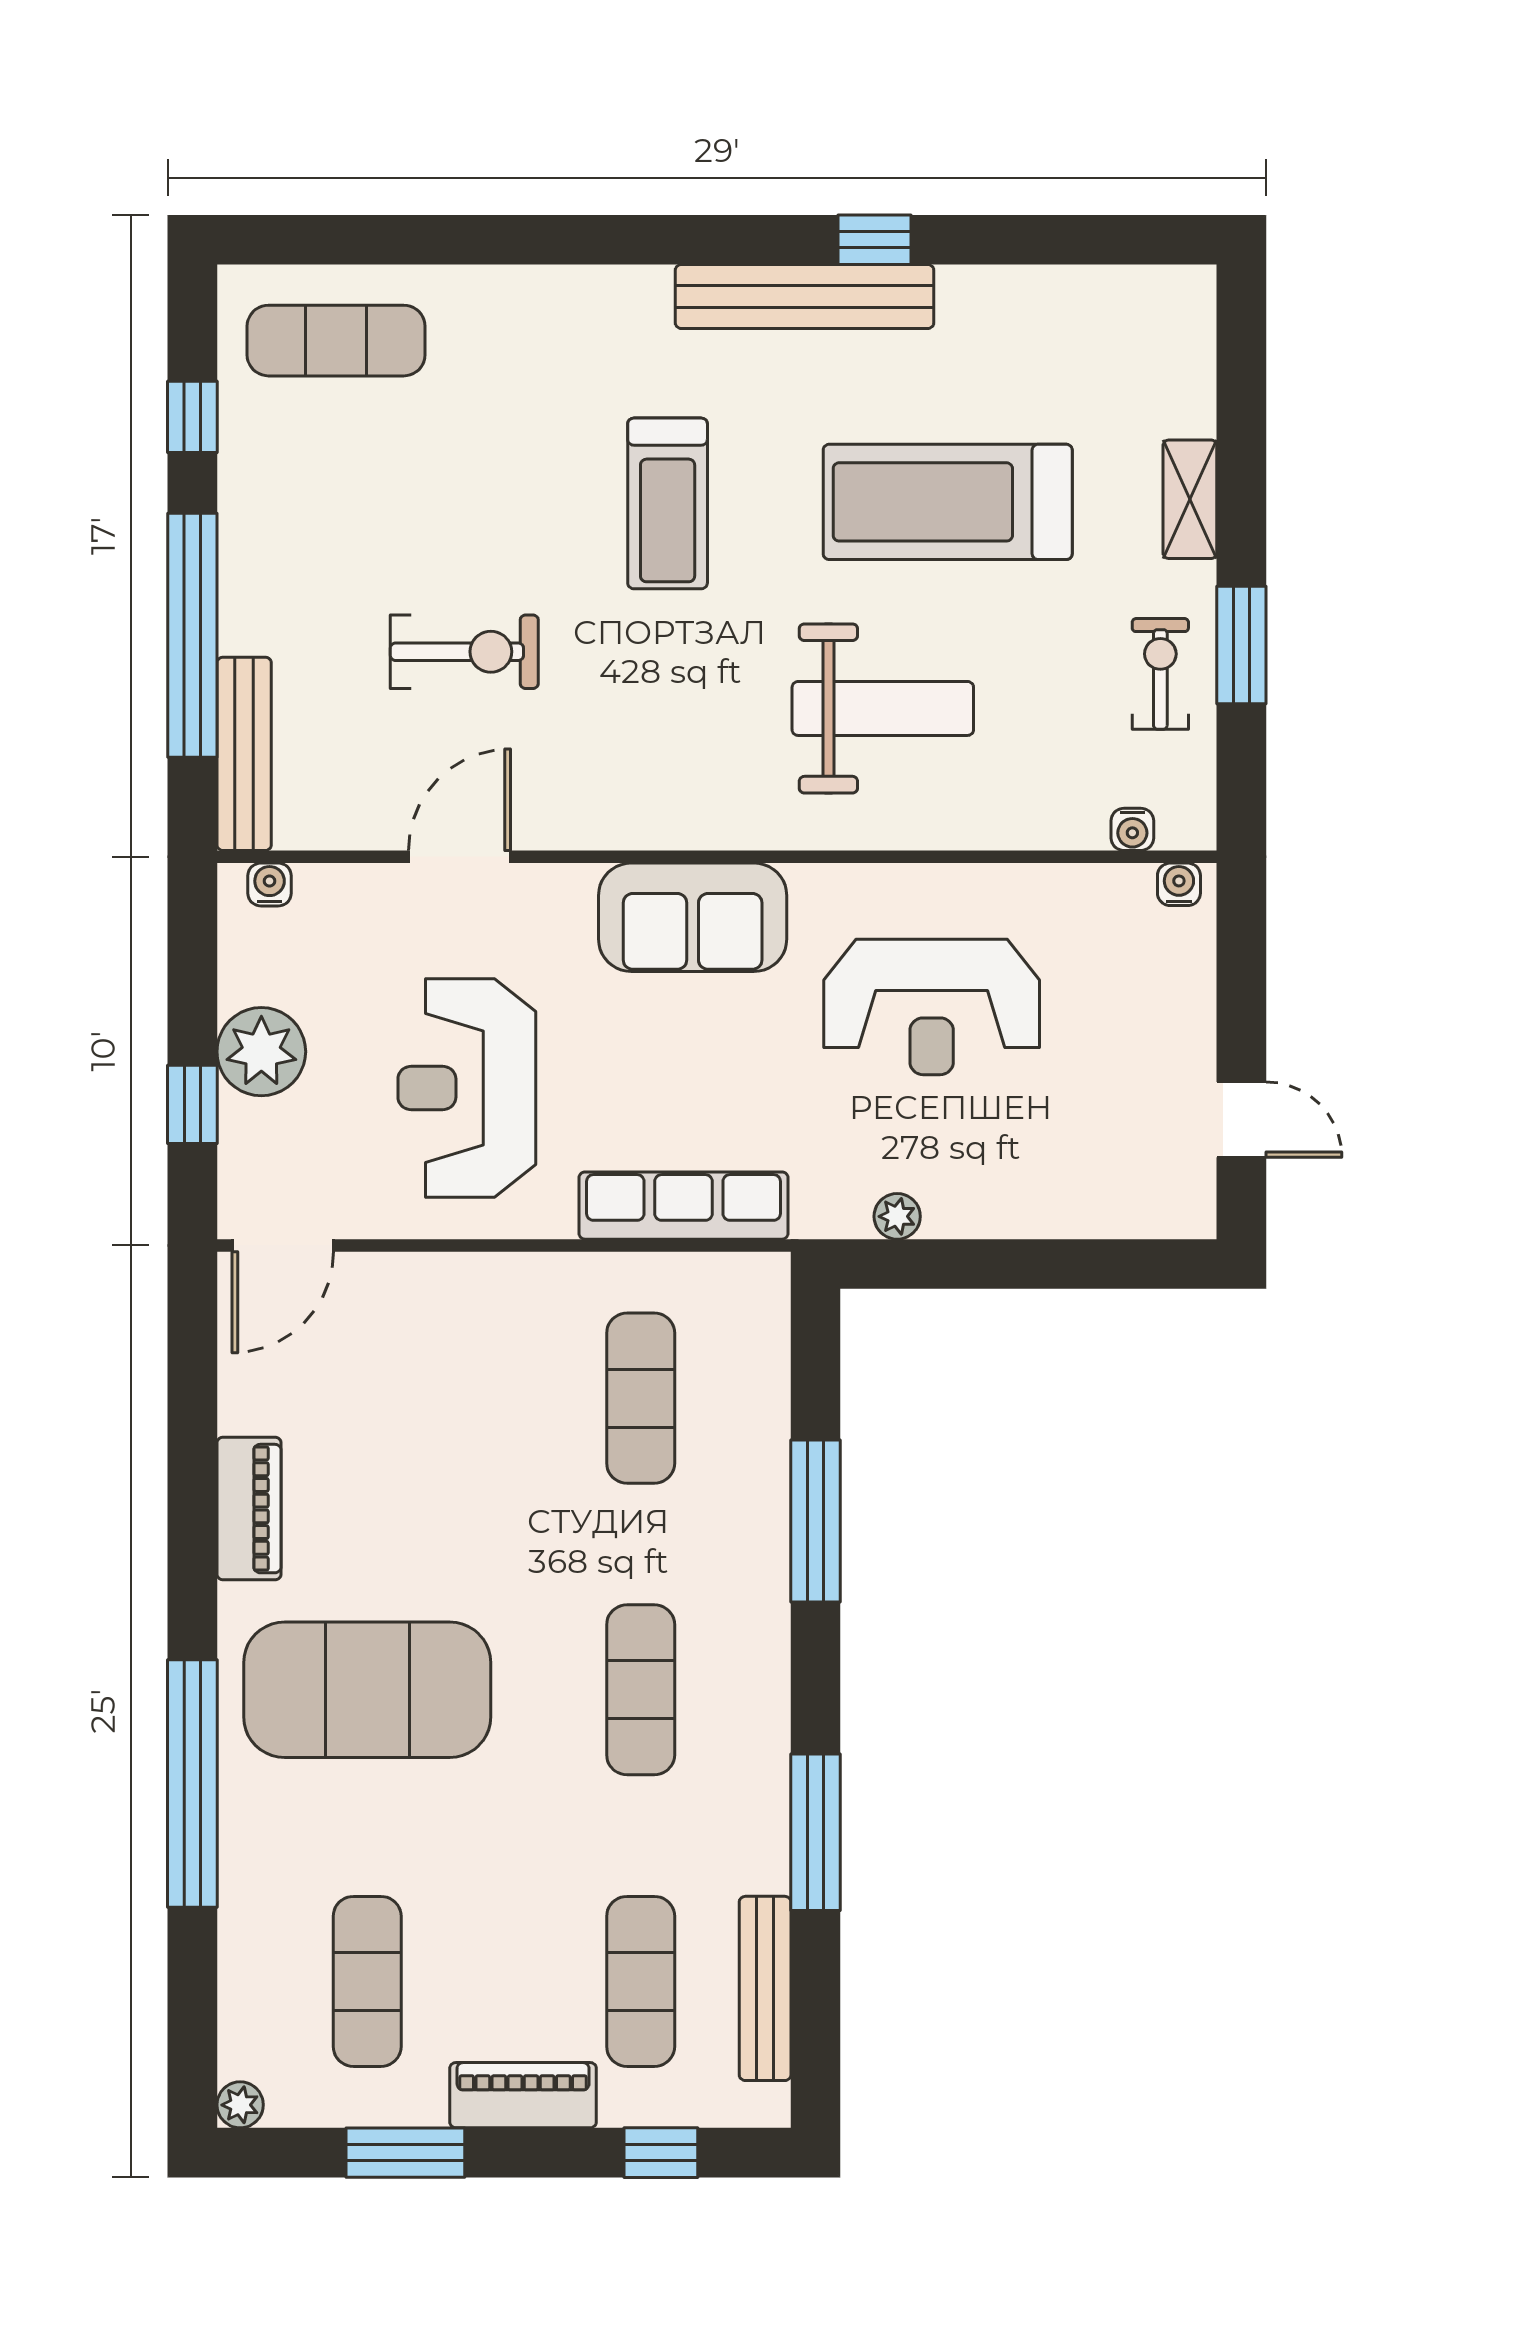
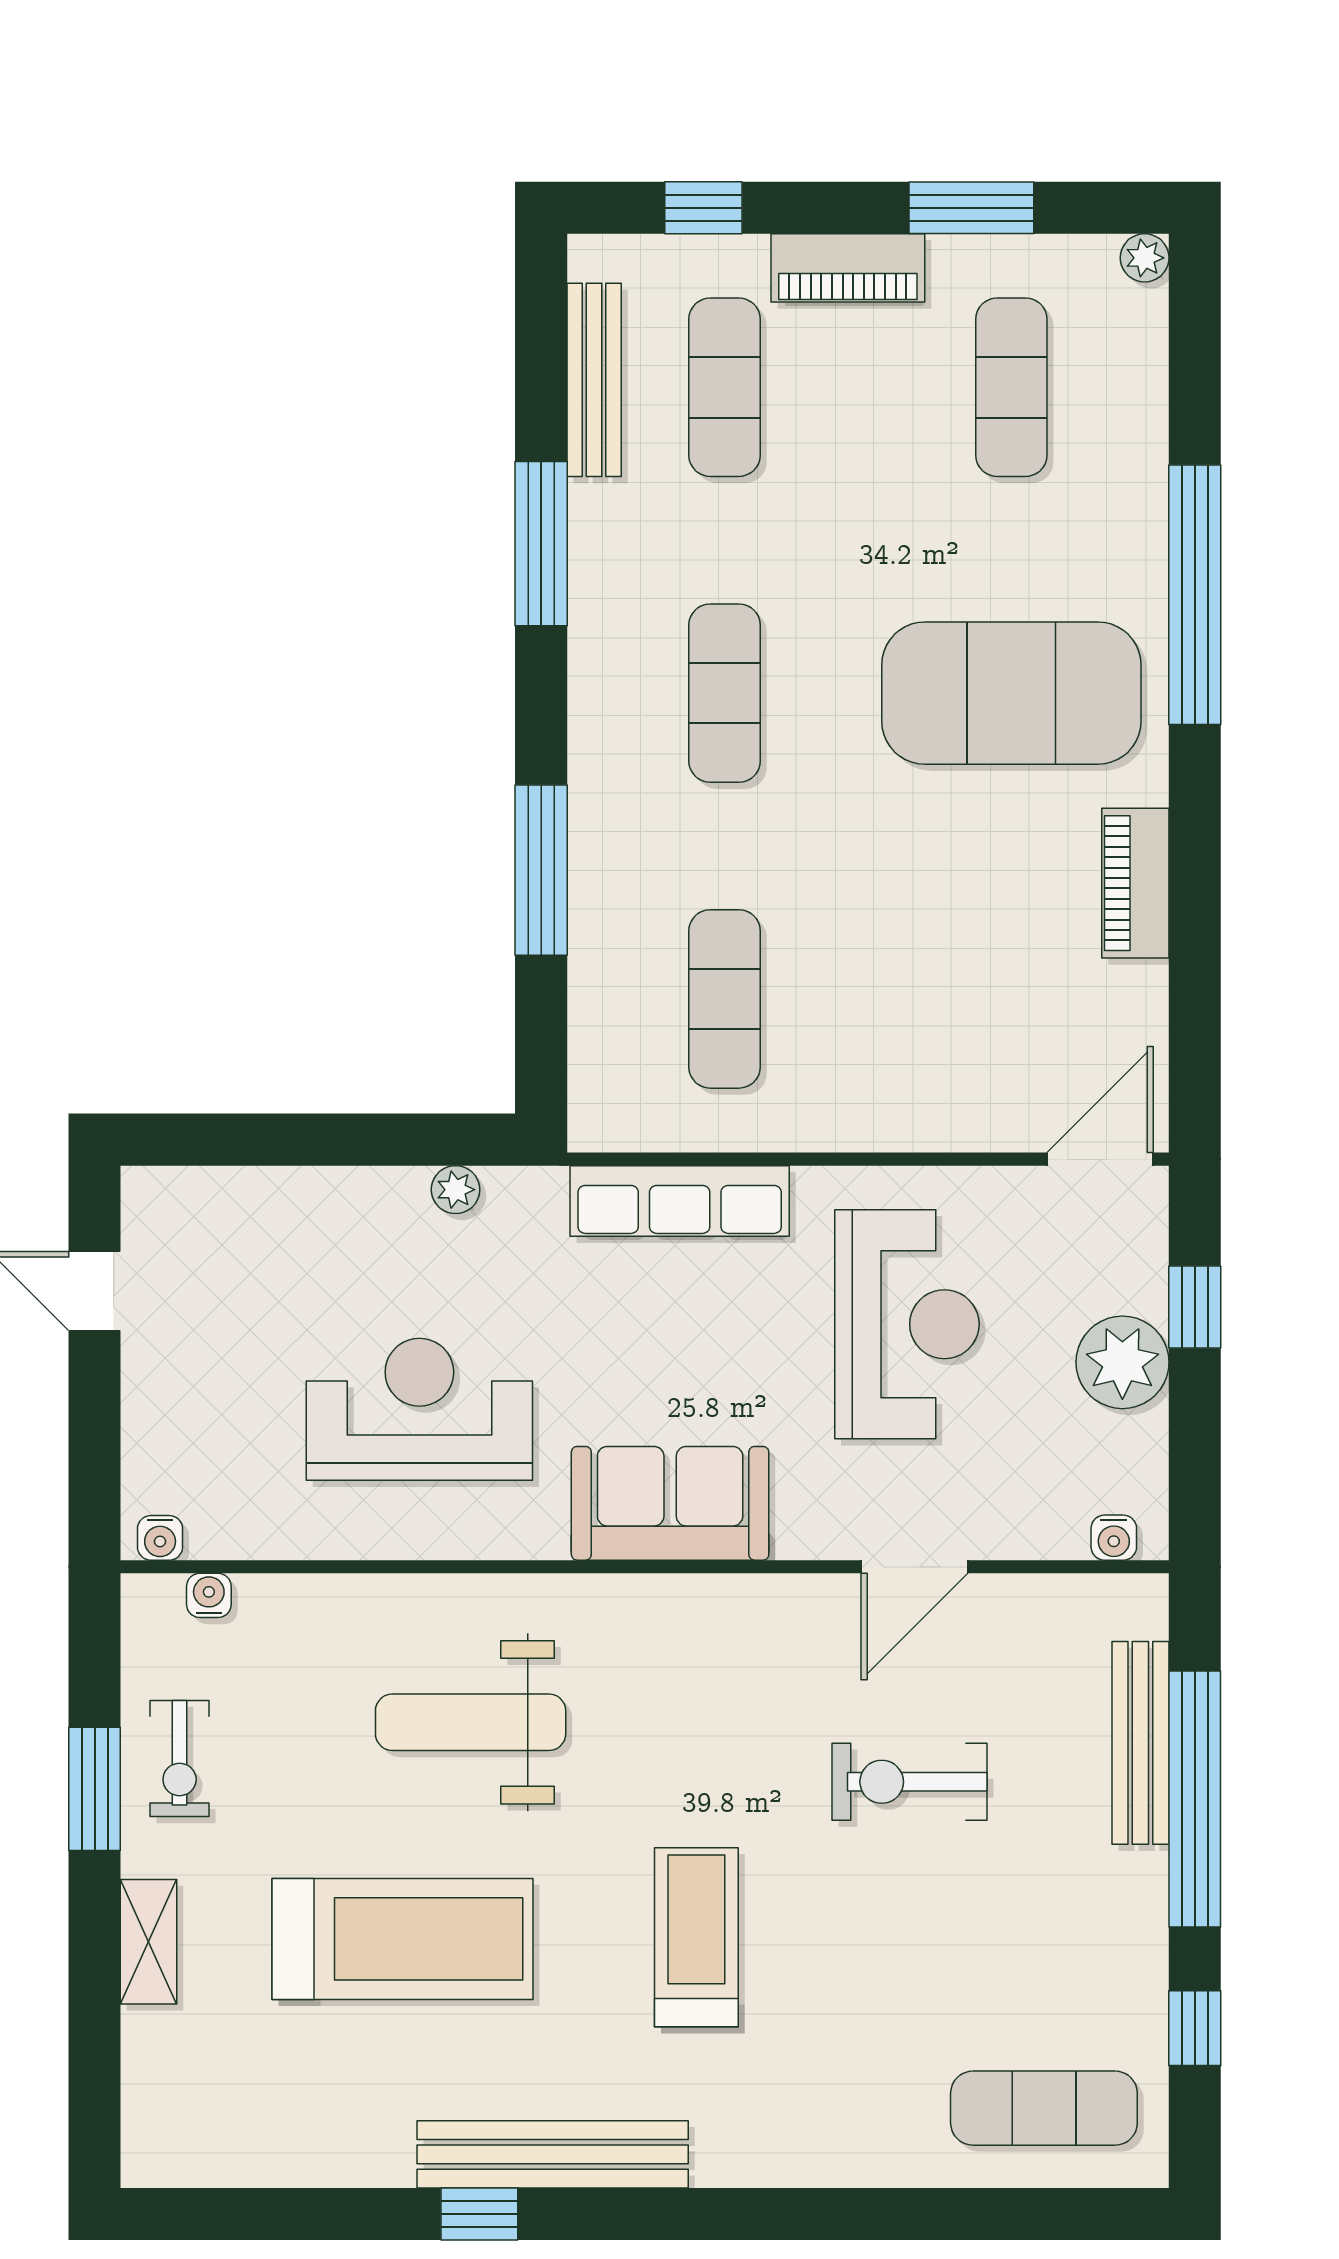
bench: (244, 754) -> (1140, 1743), moved

